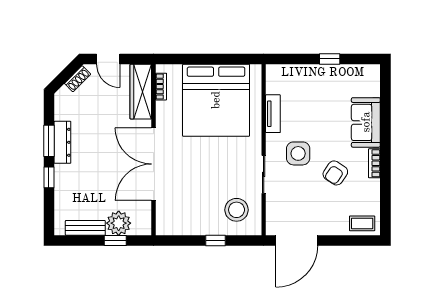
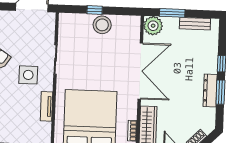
stool: (237, 210) -> (102, 25), moved
plant: (119, 223) -> (153, 26), moved
window: (115, 241) -> (172, 13), width x1.50

